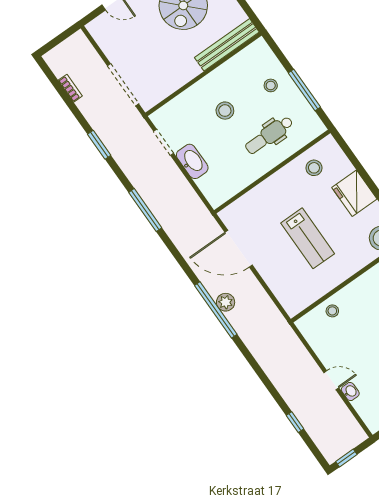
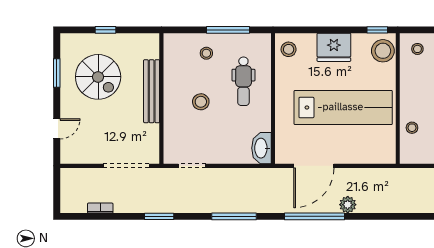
bench: (227, 45) -> (152, 91), moved
washbasin: (192, 161) -> (261, 148), moved, turned -90
stool: (314, 168) -> (289, 49), moved
lab bench: (308, 238) -> (343, 107), width x1.86, depth x1.39
window: (216, 310) -> (315, 216), moved

